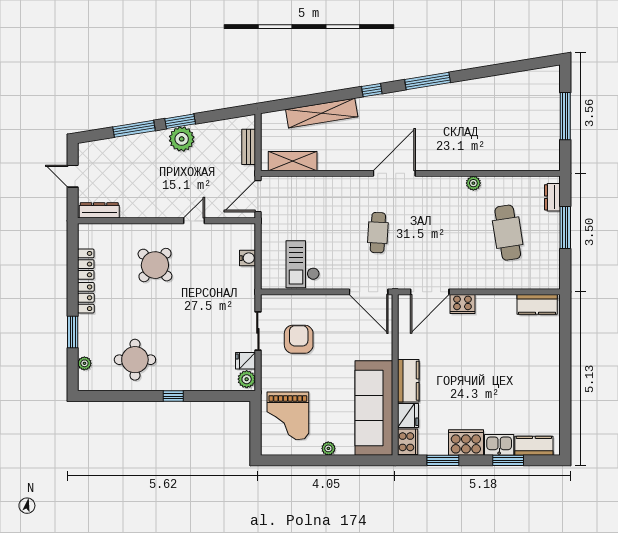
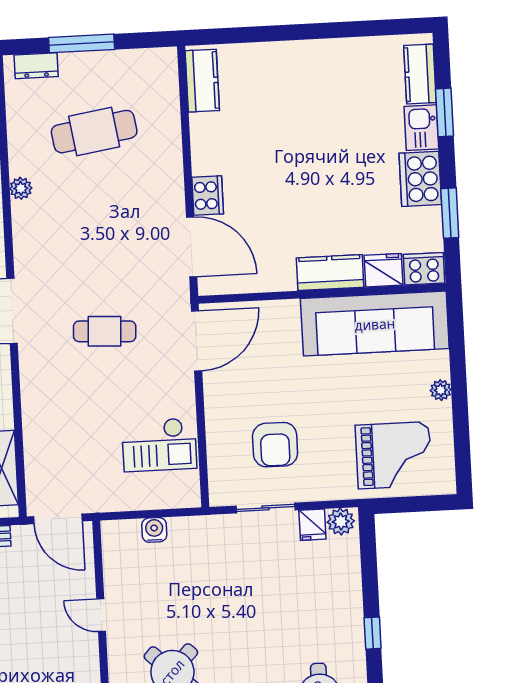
armchair: (299, 339) -> (275, 445), turned -90

